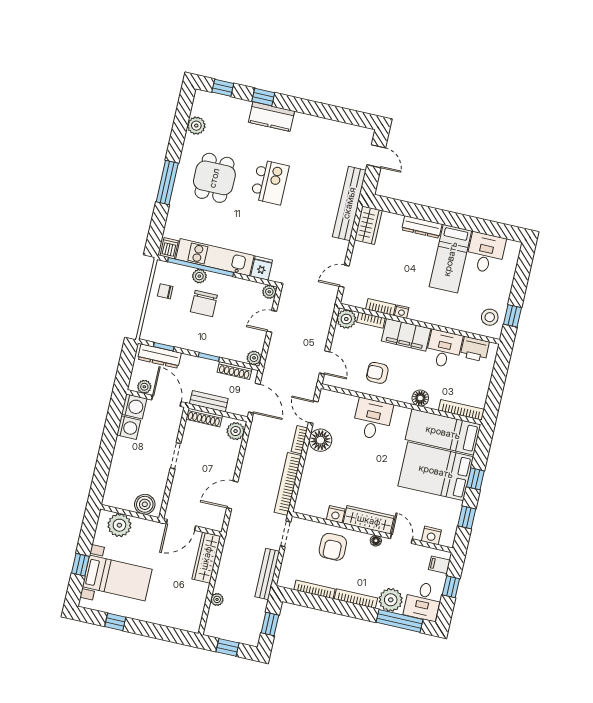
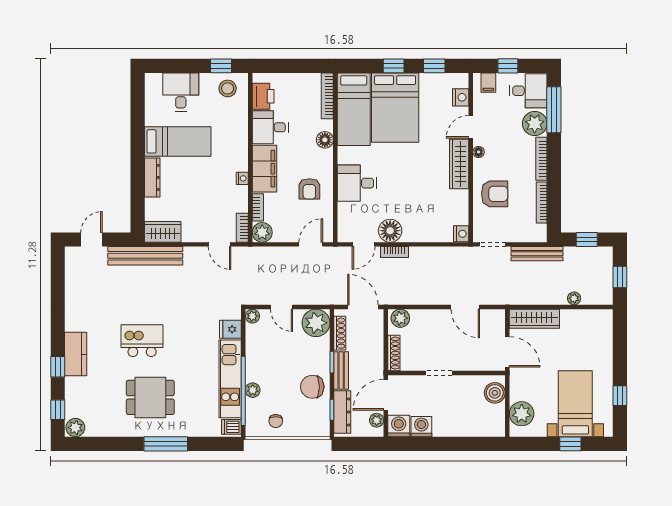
plant: (196, 126) -> (75, 428), moved
desk: (486, 253) -> (181, 92), moved, turned 90
chair: (204, 303) -> (312, 387), moved, turned 180
bookcase: (381, 307) -> (242, 228), moved
plant: (254, 358) -> (316, 323), width x1.87, depth x1.87
door: (254, 398) -> (363, 307), hinge flipped
bench: (209, 401) -> (341, 370), moved
bookcase: (288, 484) -> (442, 254), removed
nightstand: (336, 514) -> (461, 234), moved

